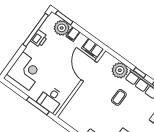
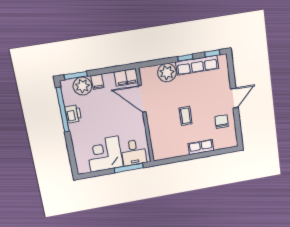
corner desk: (26, 71) -> (105, 154), moved, turned -90
coffee table: (119, 97) -> (186, 116), moved

